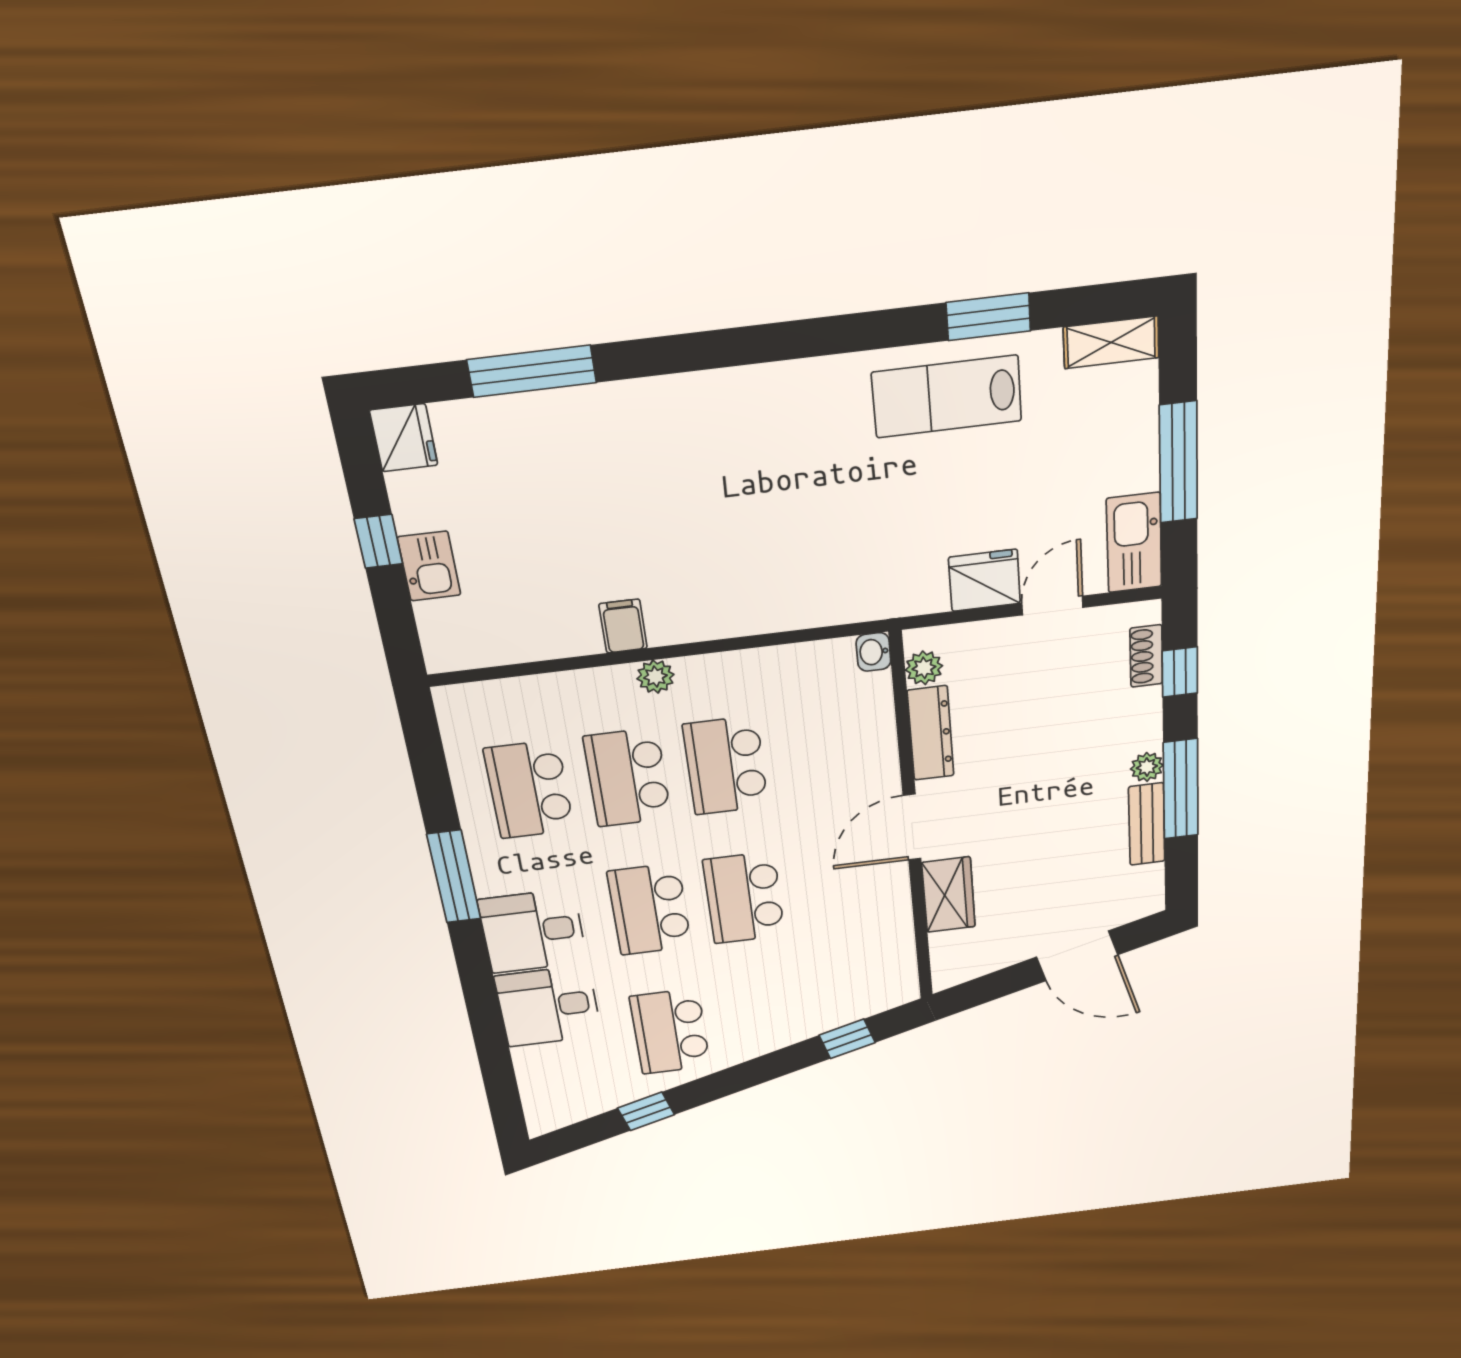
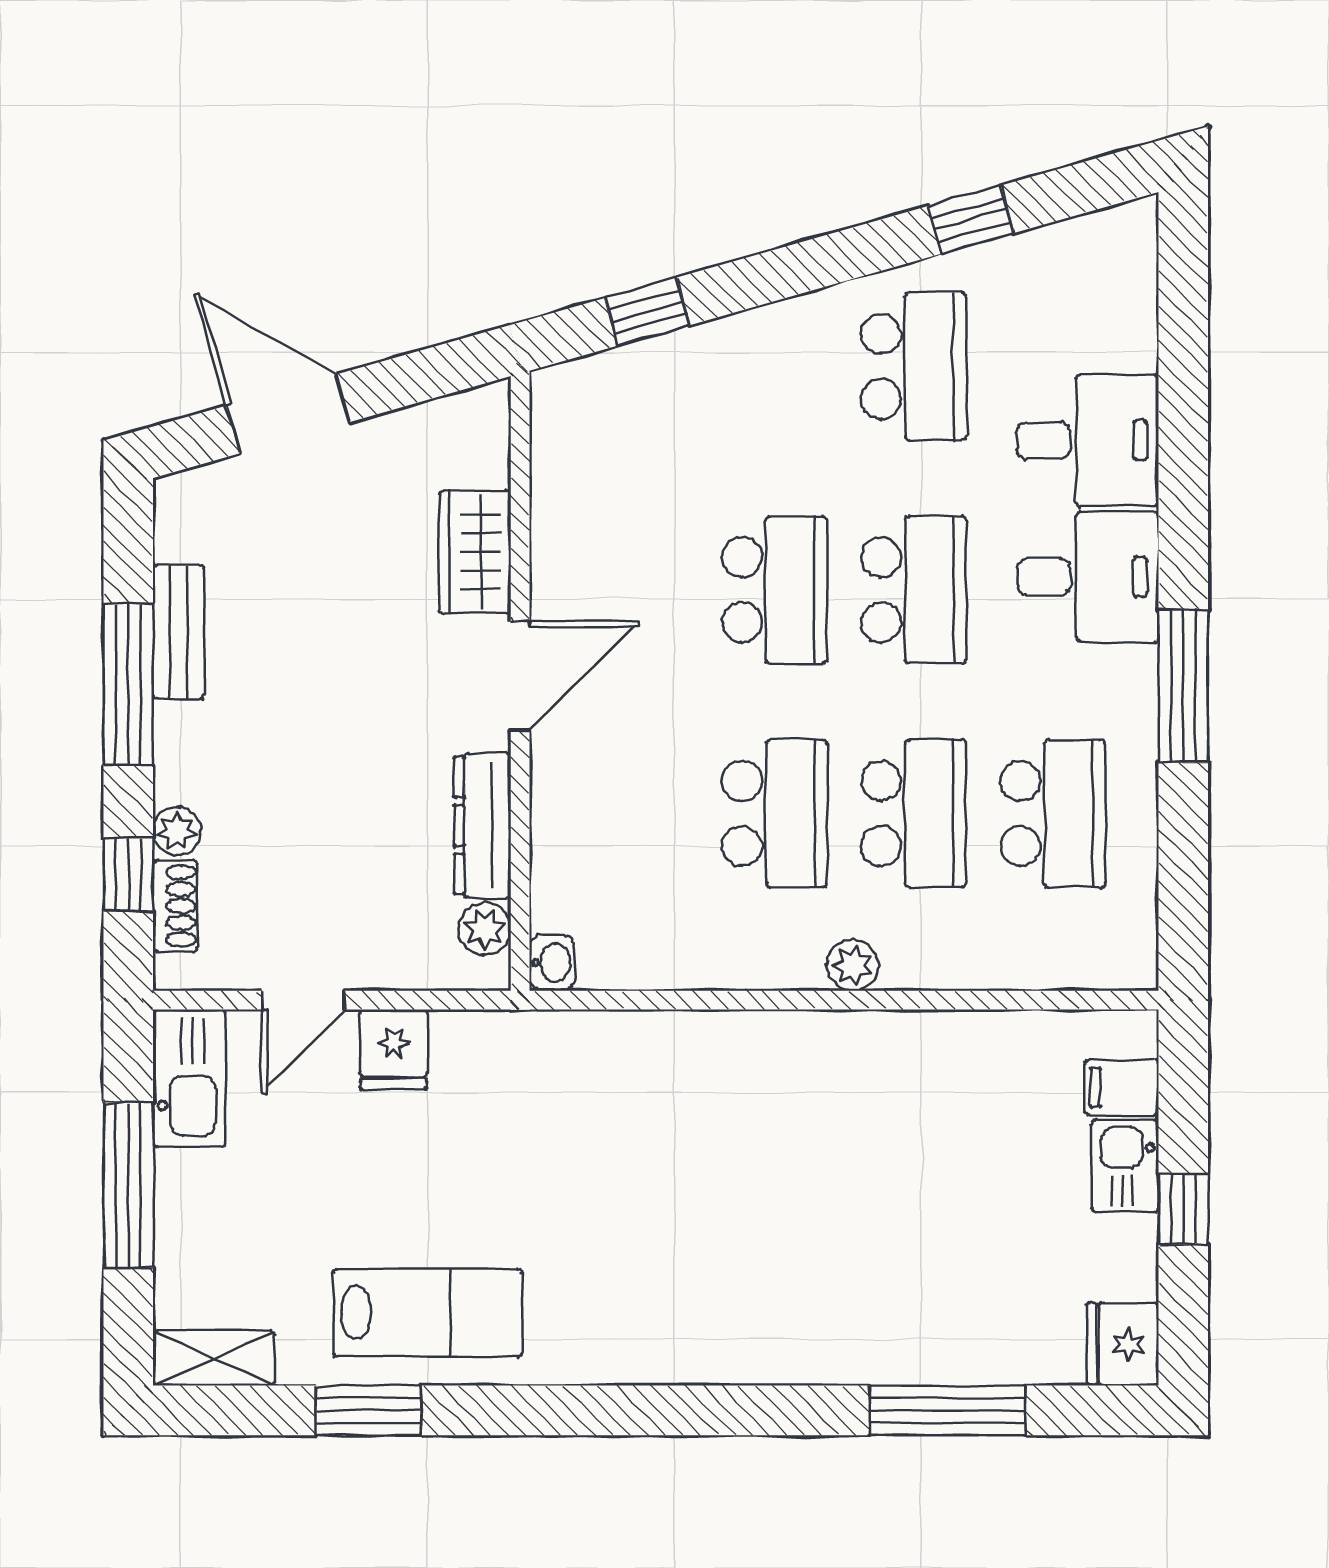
fridge: (984, 580) -> (394, 1050), width x0.72
filing cabinet: (623, 626) -> (1122, 1087), moved, turned 90
plant: (1147, 767) -> (177, 831), moved

